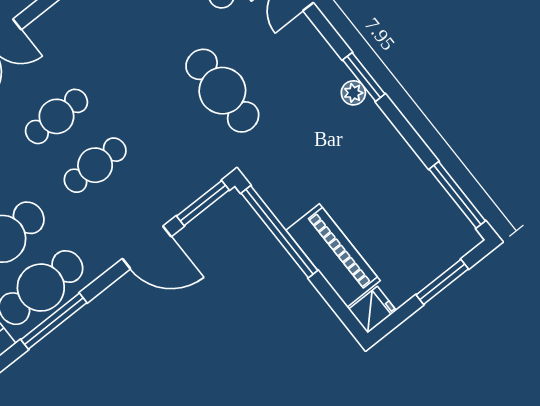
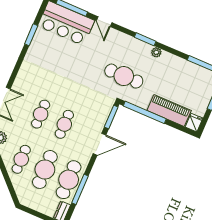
cafe table: (222, 91) -> (124, 76), moved
plant: (353, 93) -> (156, 52), moved

